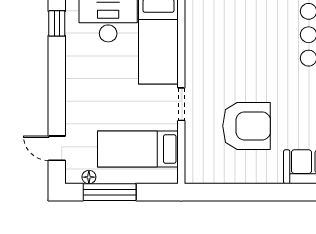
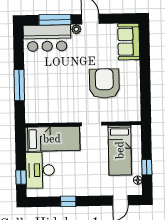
window: (57, 23) -> (68, 201), moved
window: (110, 192) -> (147, 167), width x0.46

